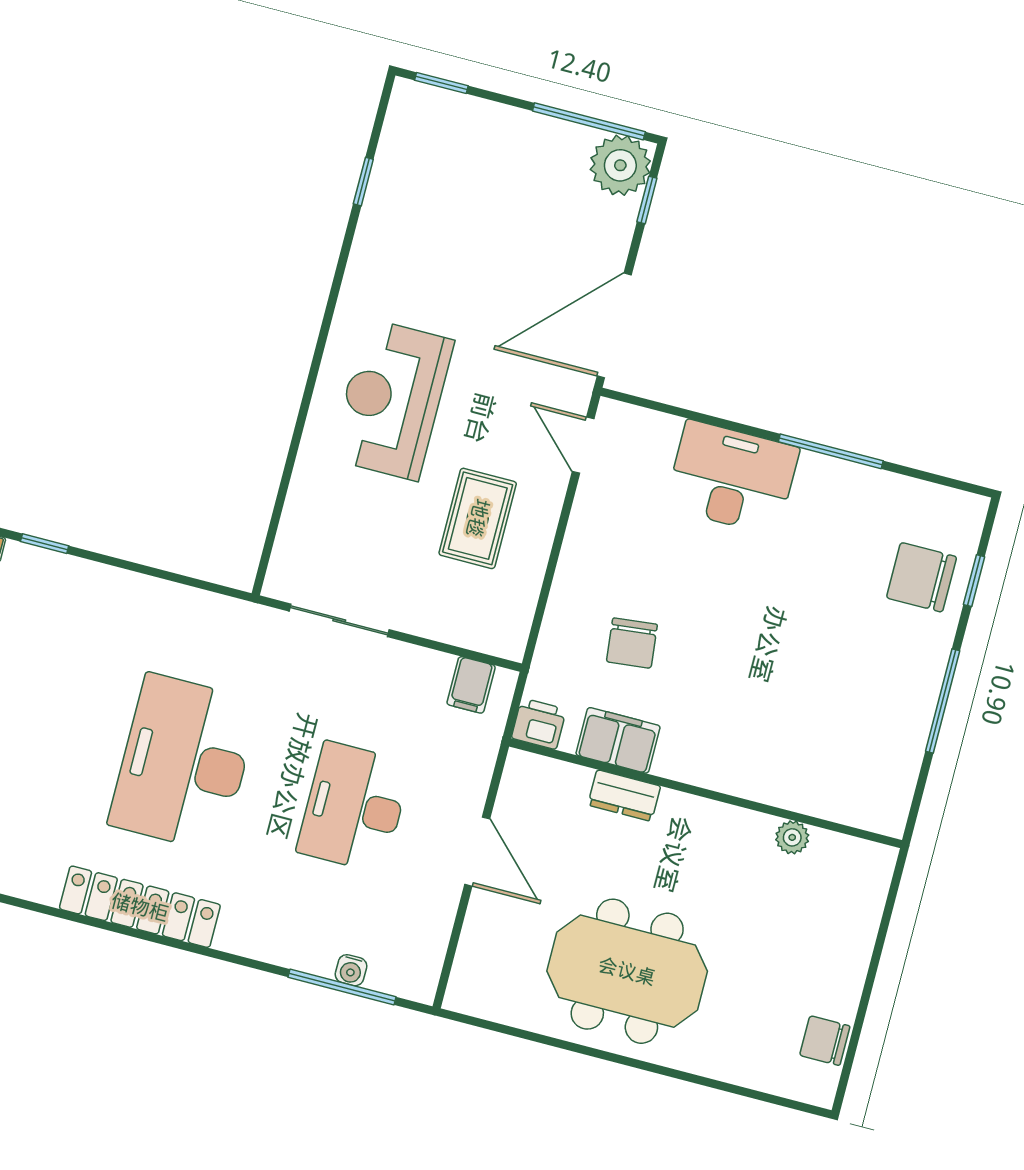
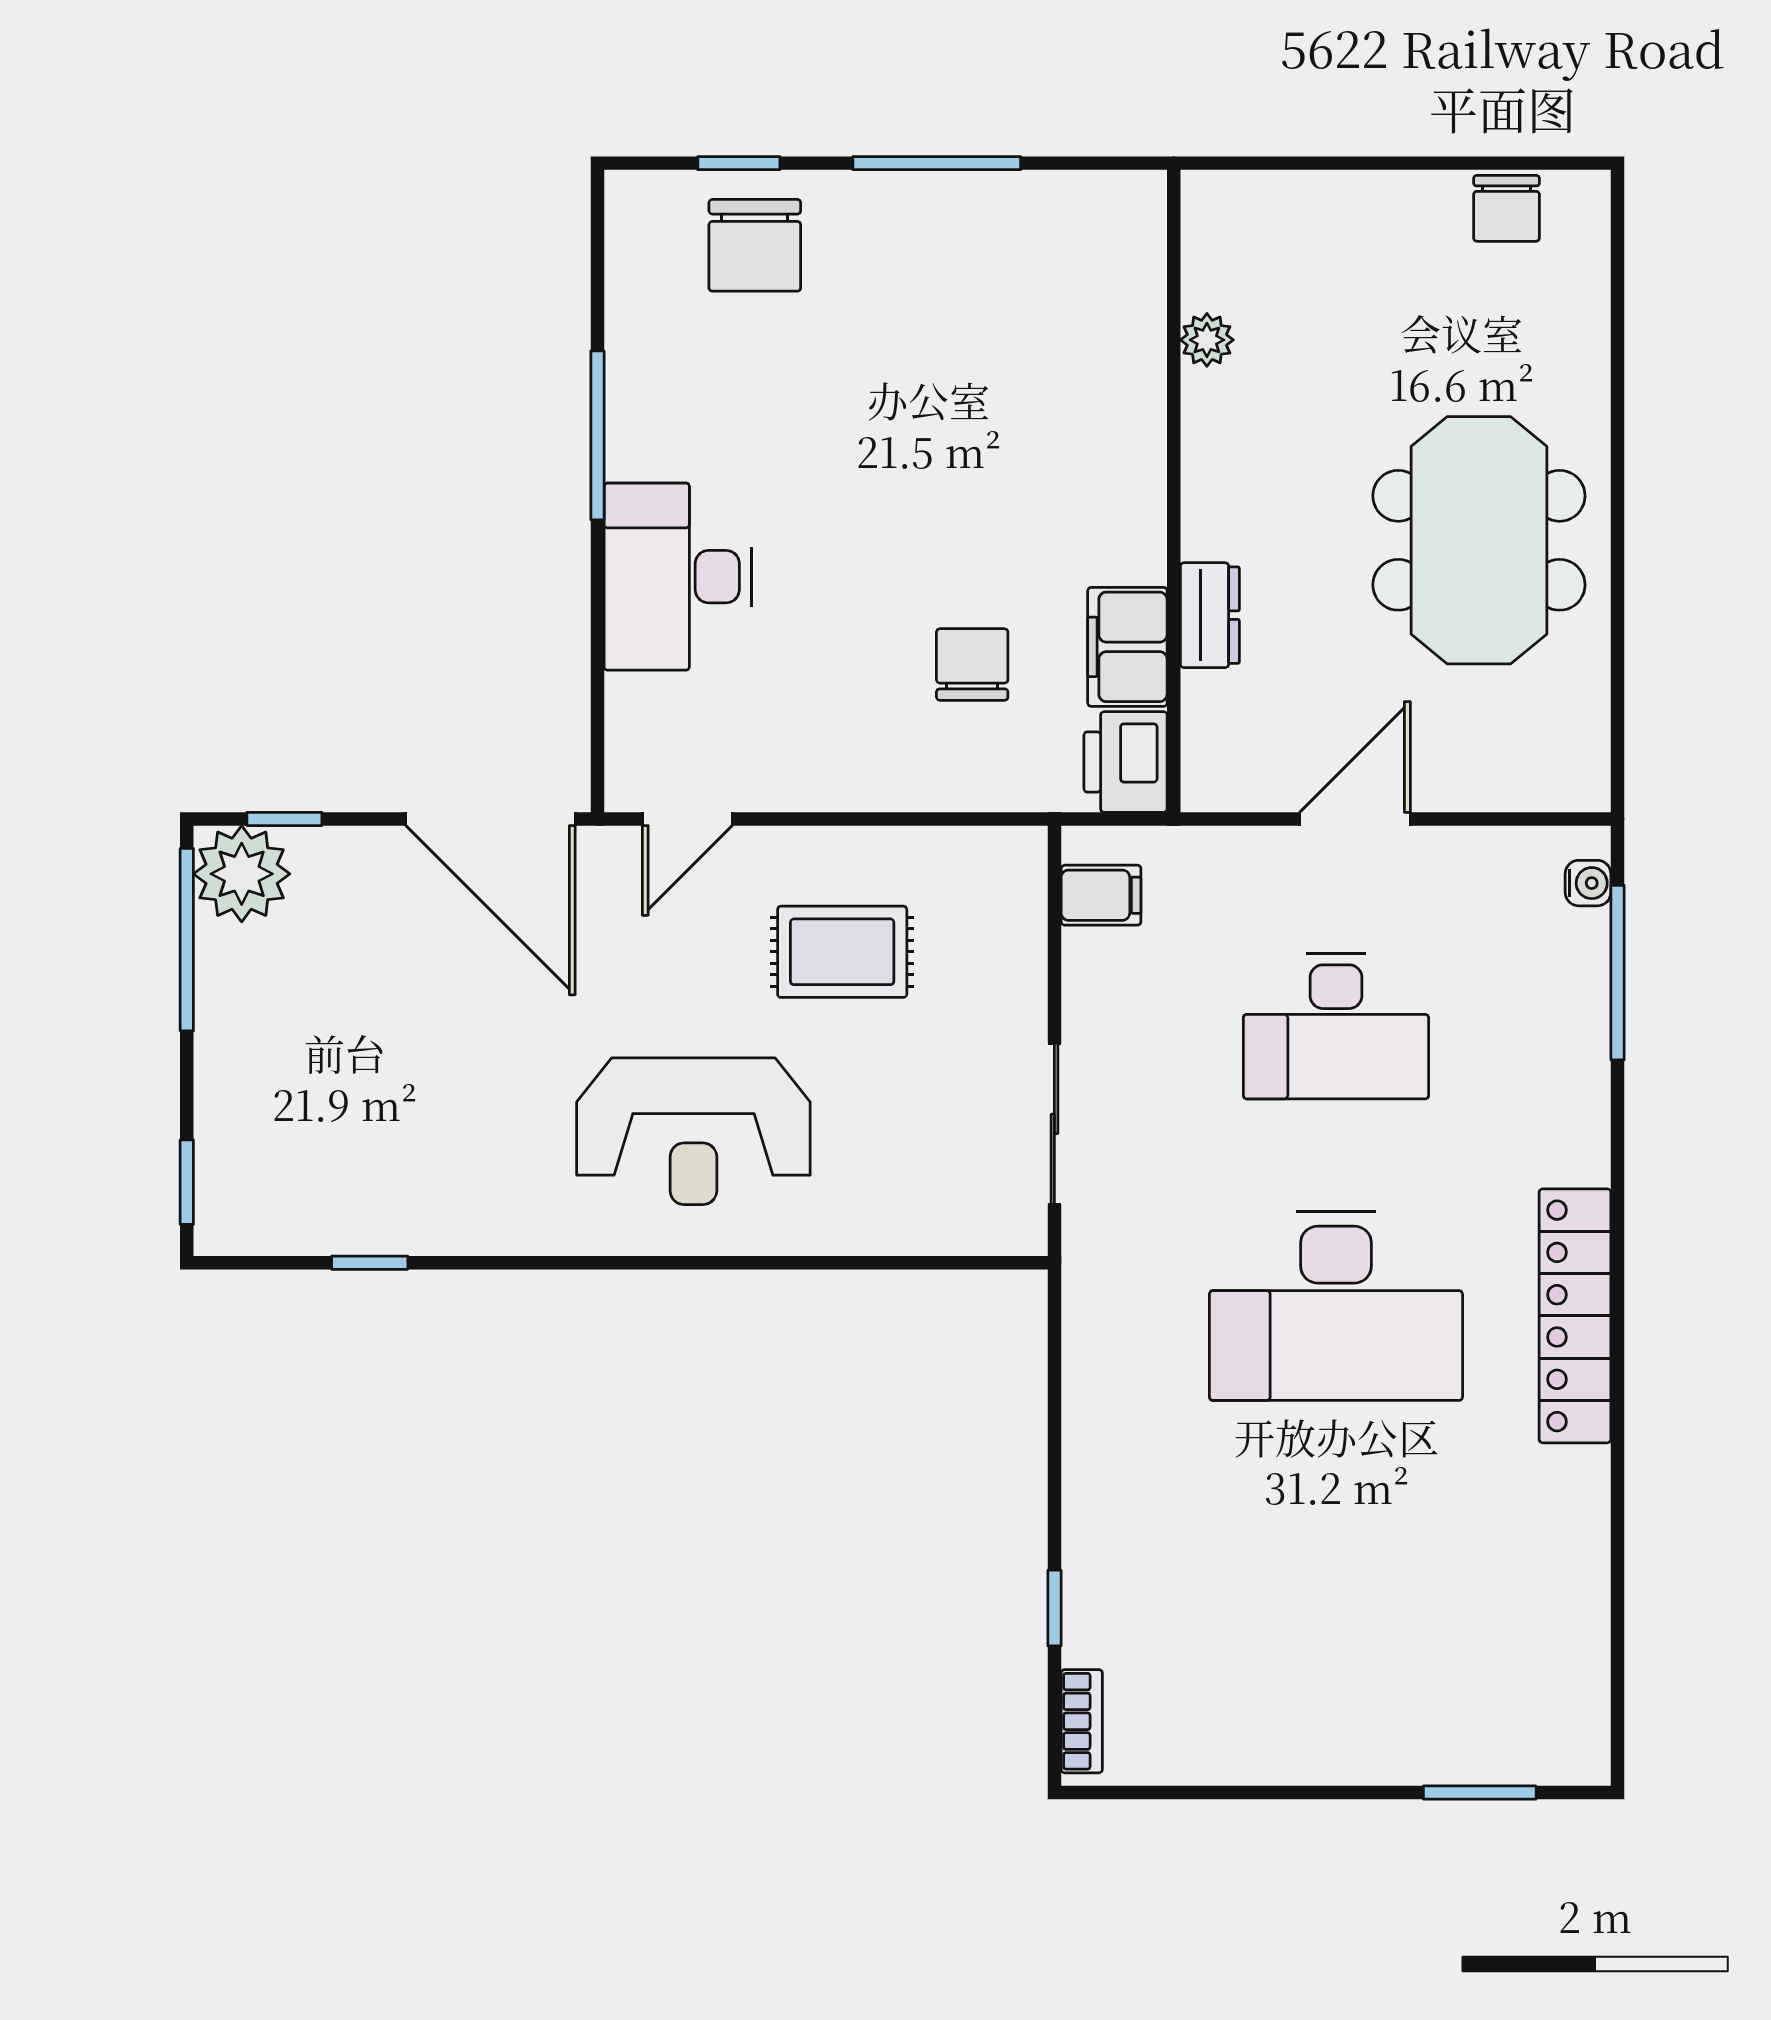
chair: (632, 643) -> (972, 664), turned -84
printer: (539, 724) -> (1126, 762), width x1.36, depth x1.24
water cooler: (351, 970) -> (1588, 883), moved

